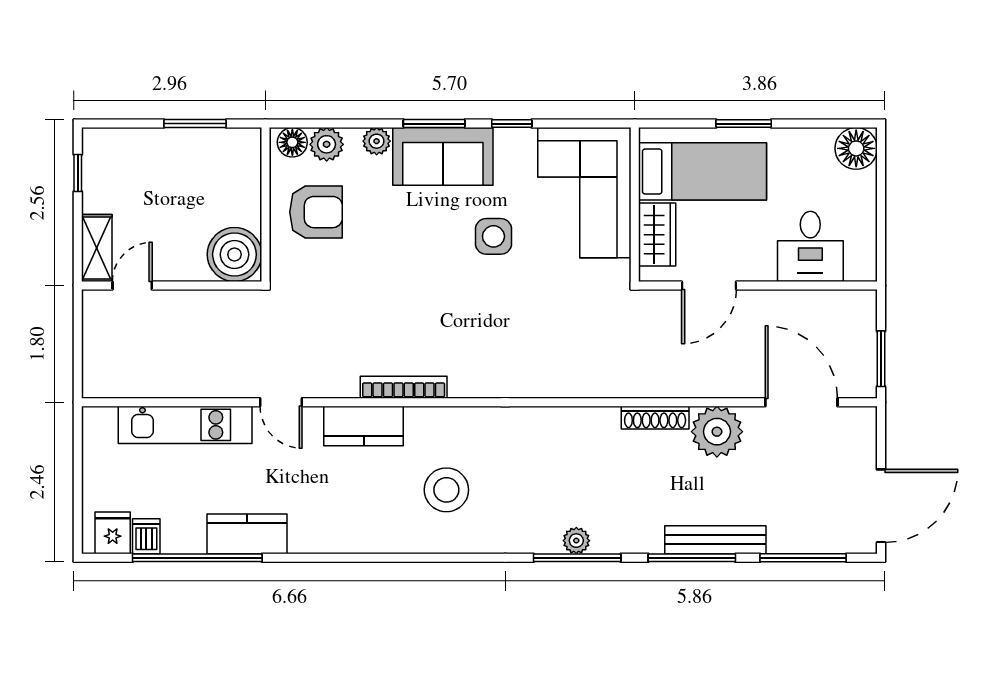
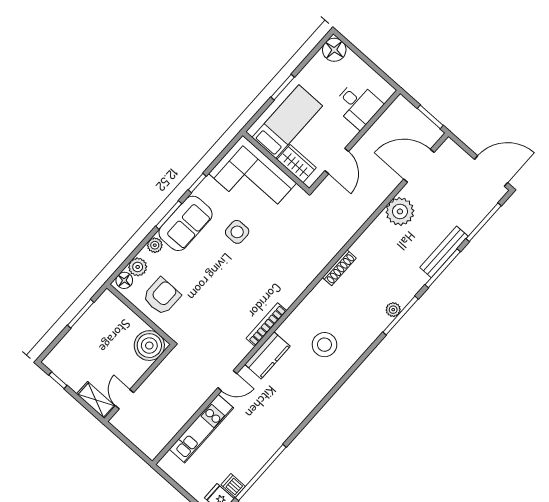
shoe rack: (655, 418) -> (339, 268), moved
door: (881, 506) -> (491, 171), hinge flipped
kitchen counter: (247, 534) -> (269, 443), removed

